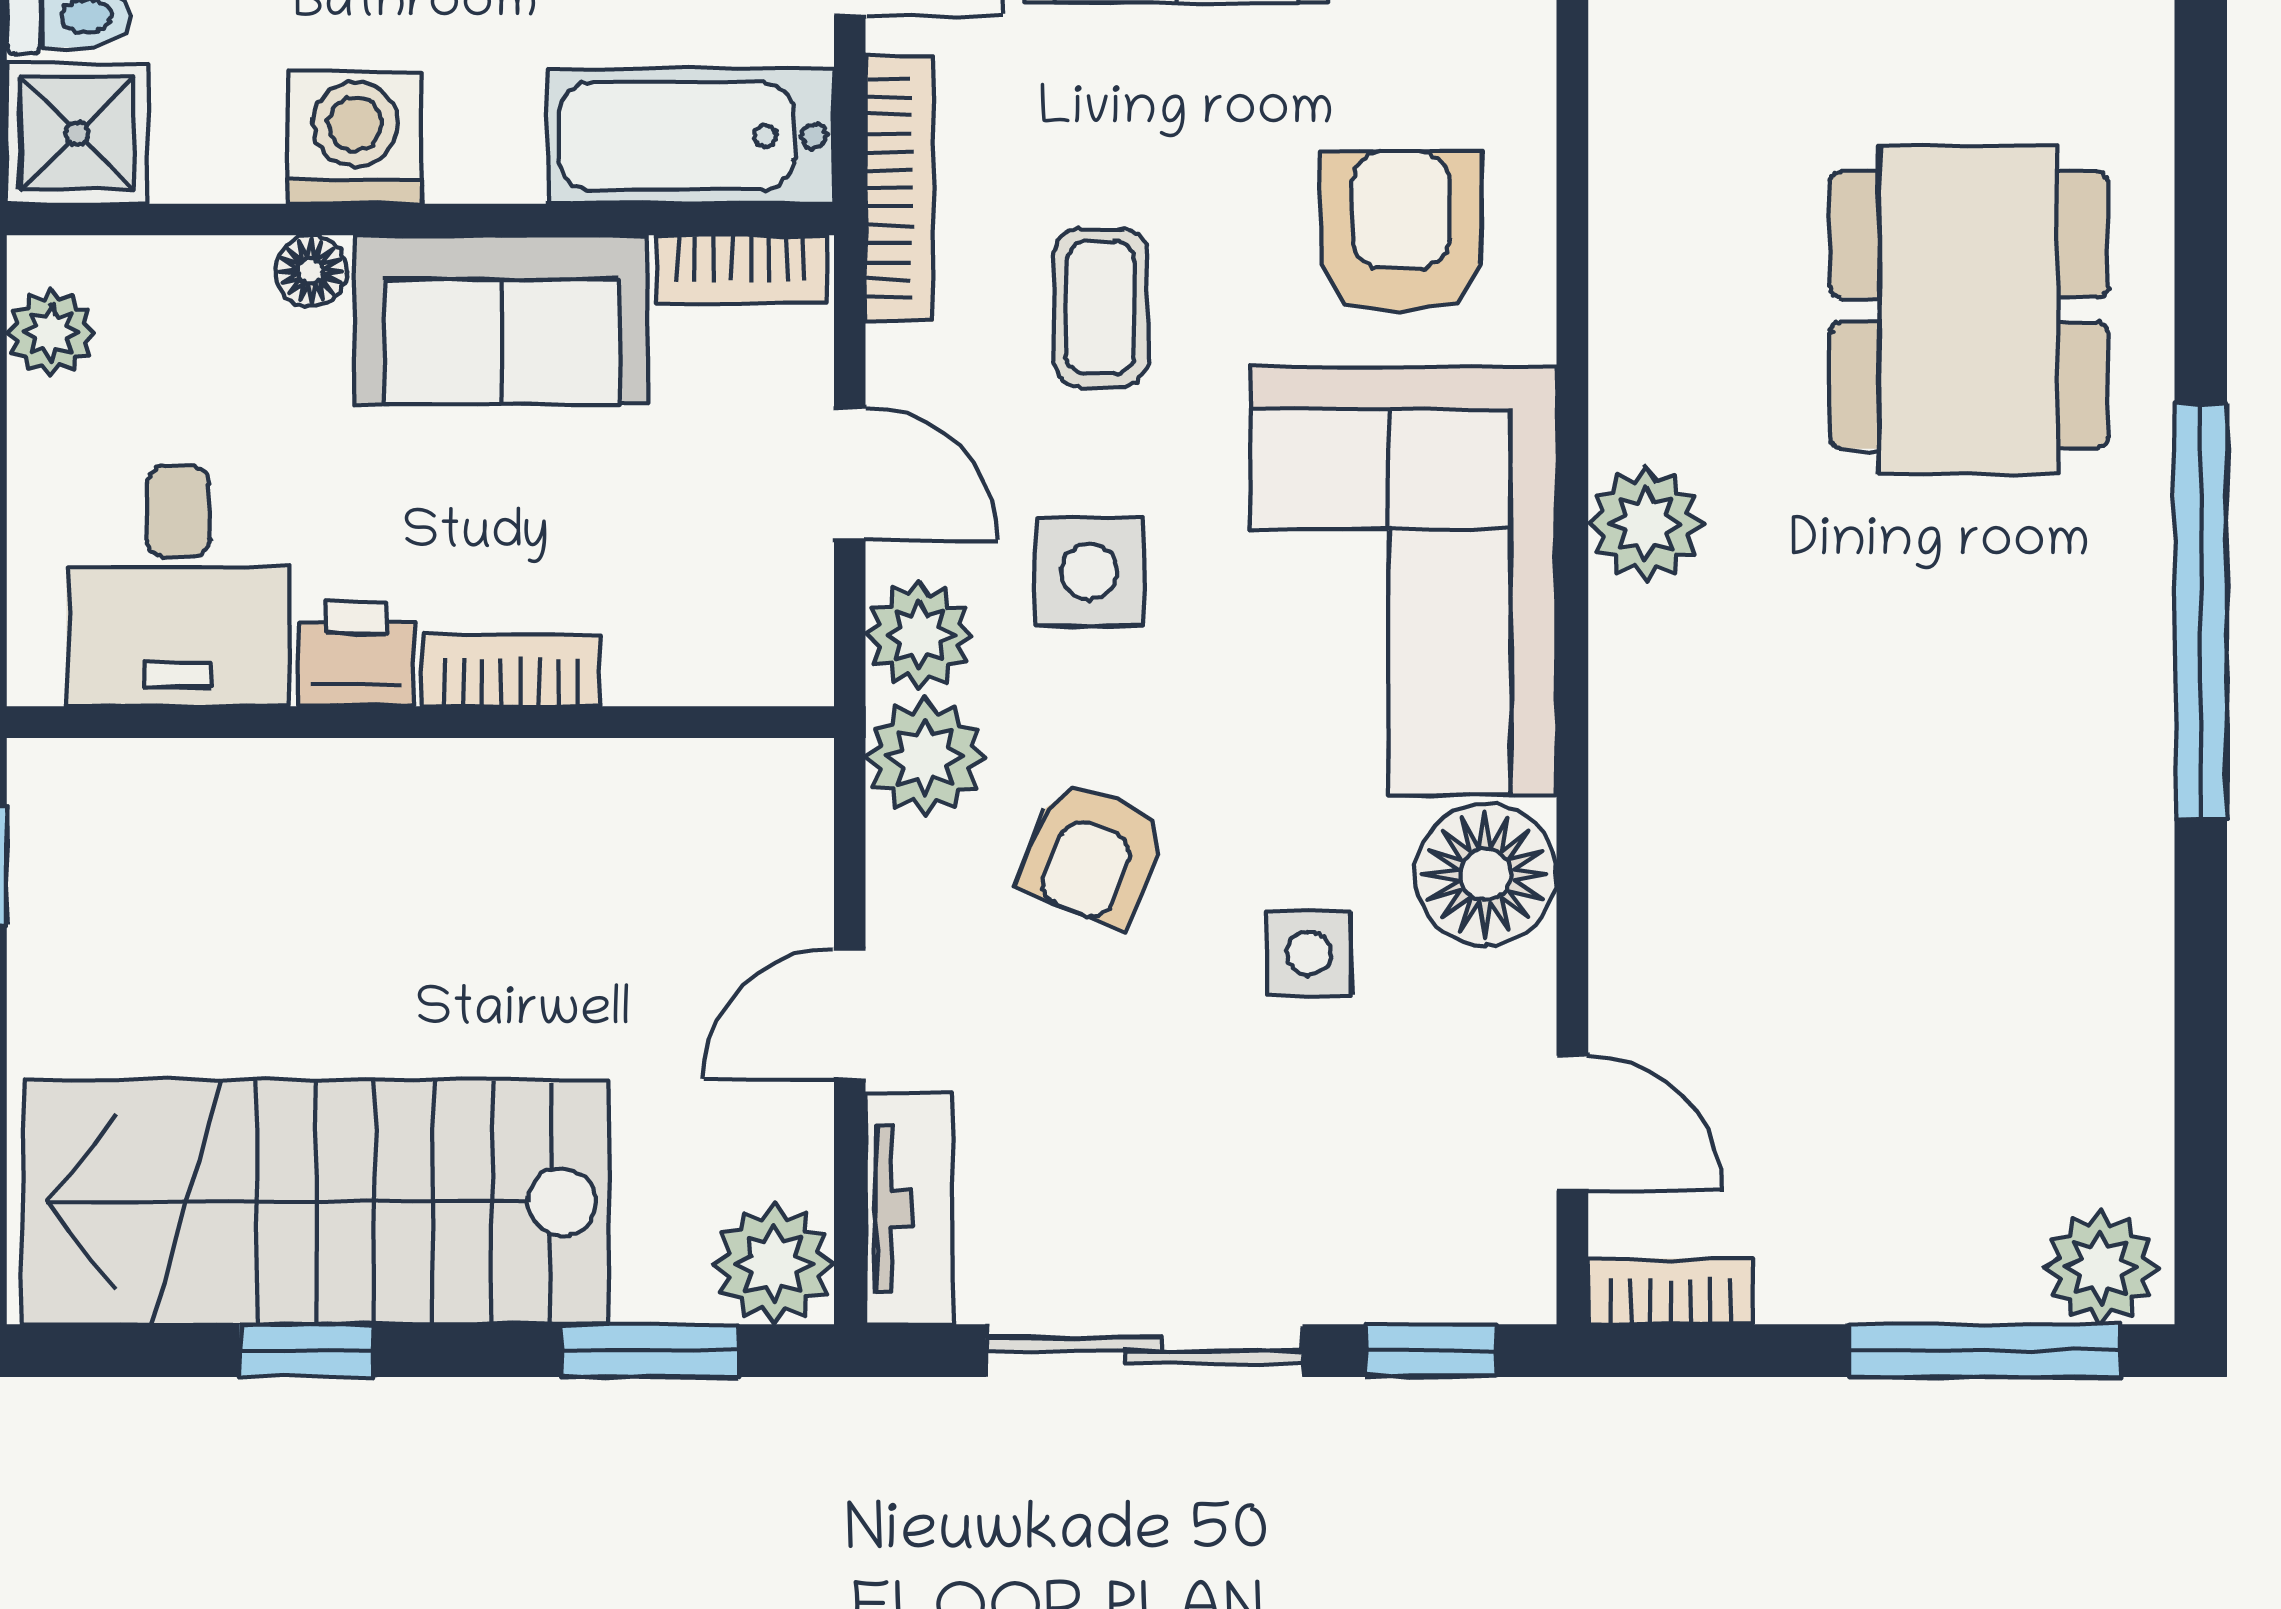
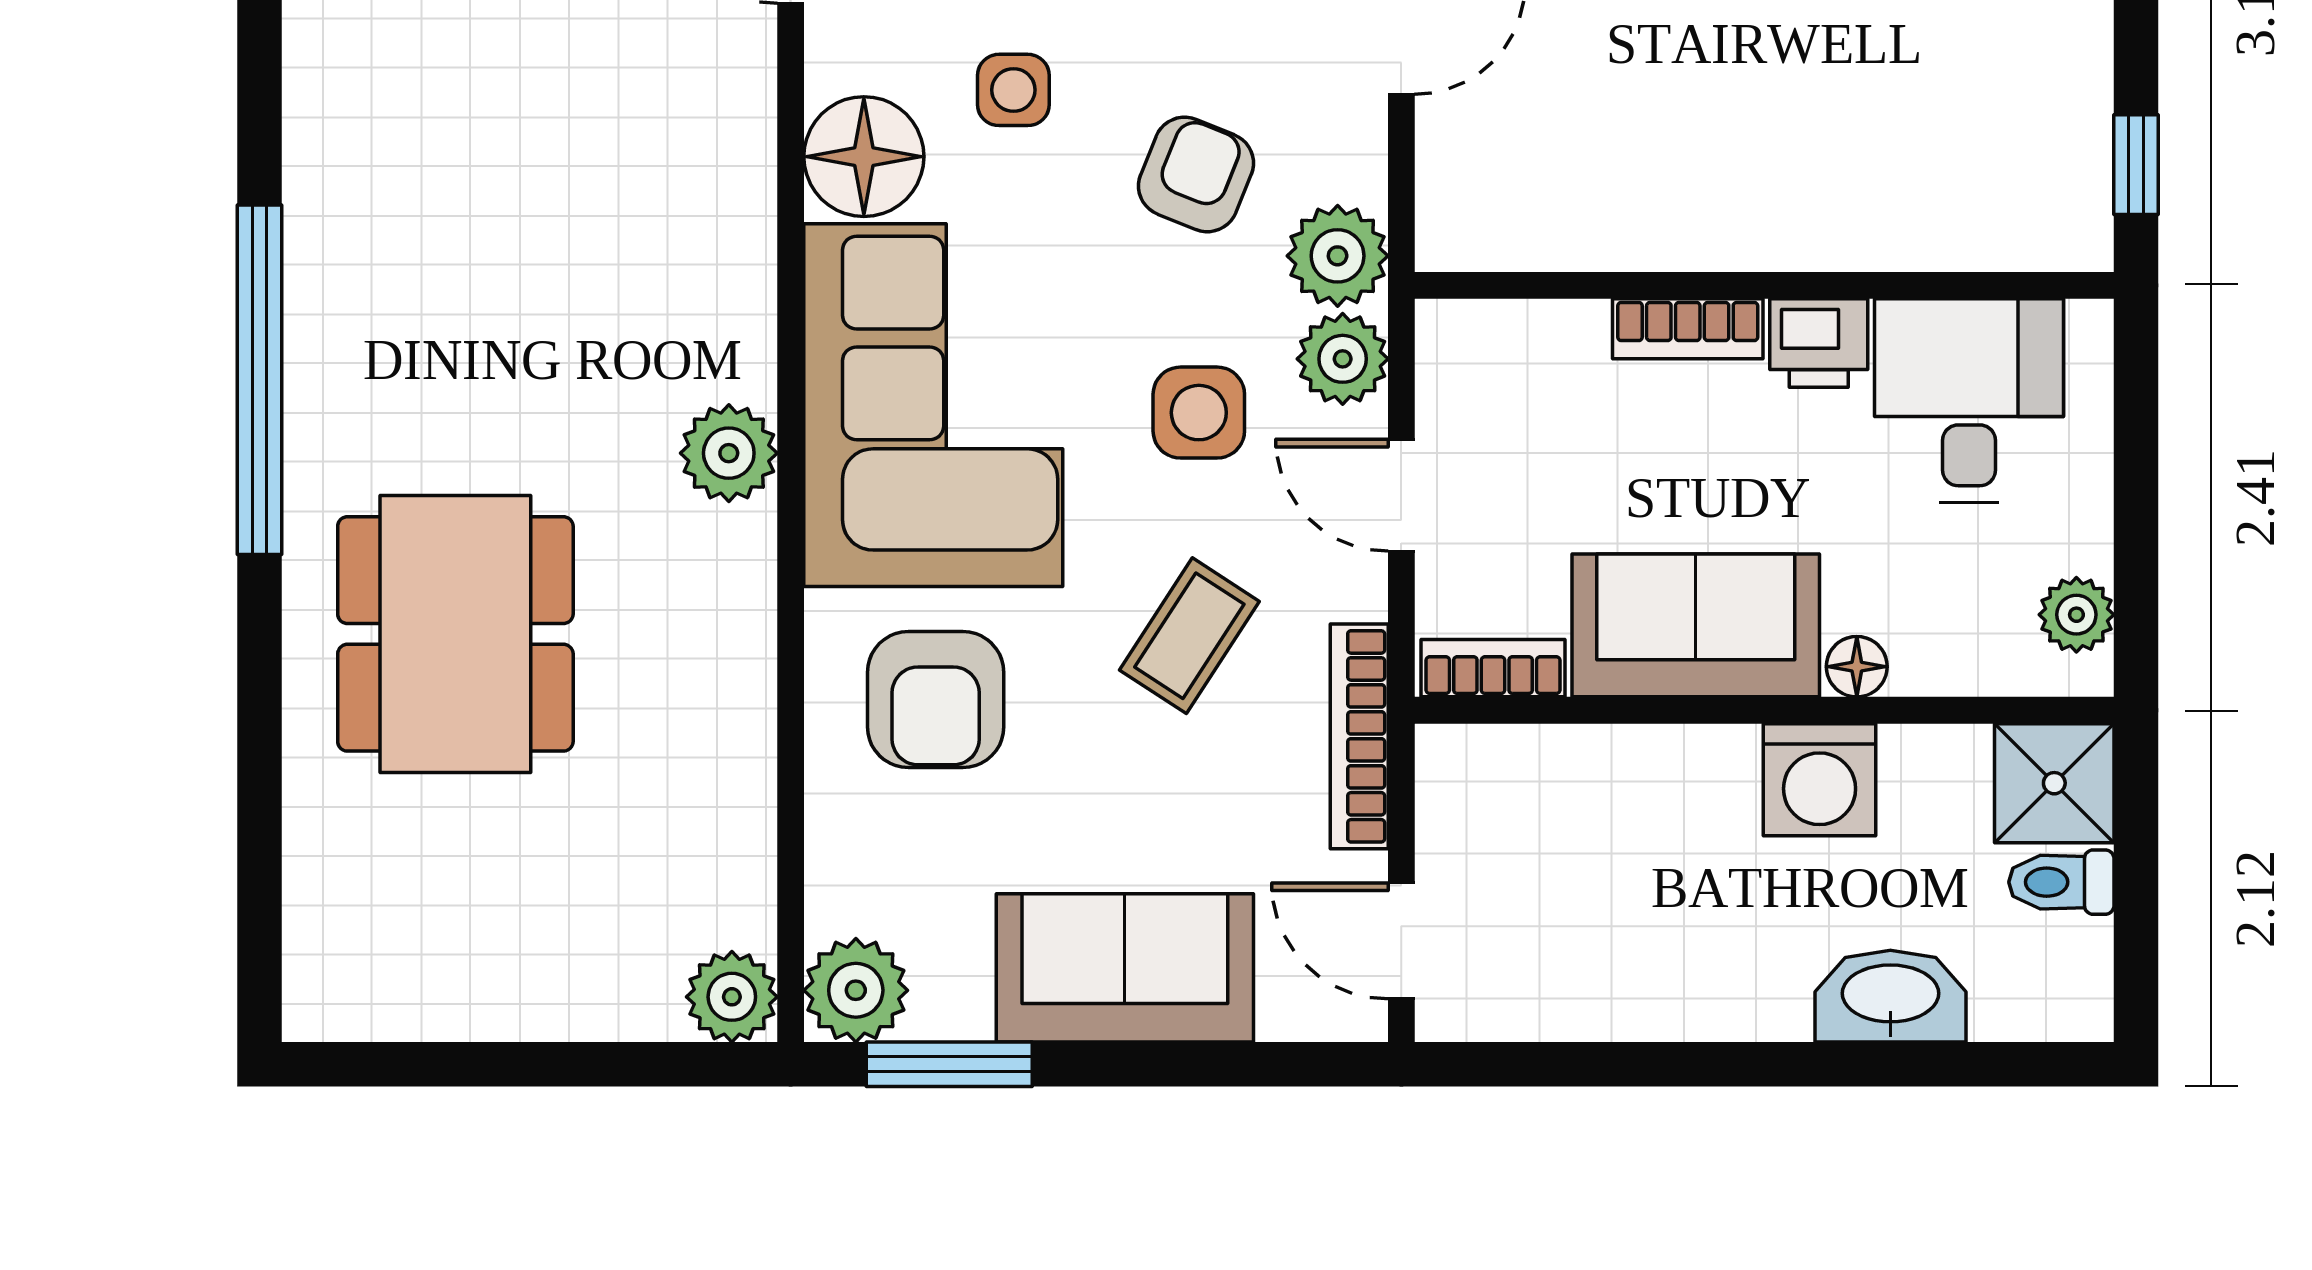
bathtub: (691, 136) -> (1536, 781), removed
coffee table: (1100, 308) -> (1189, 636), turned 33

